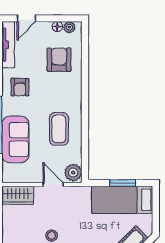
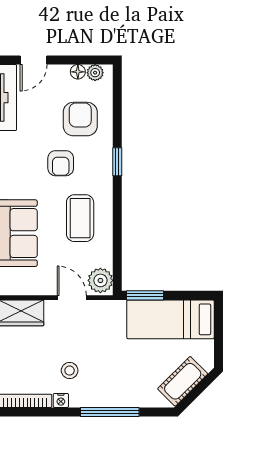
armchair: (20, 87) -> (61, 163), moved
window: (85, 89) -> (117, 162), added
window: (123, 183) -> (145, 295), moved

